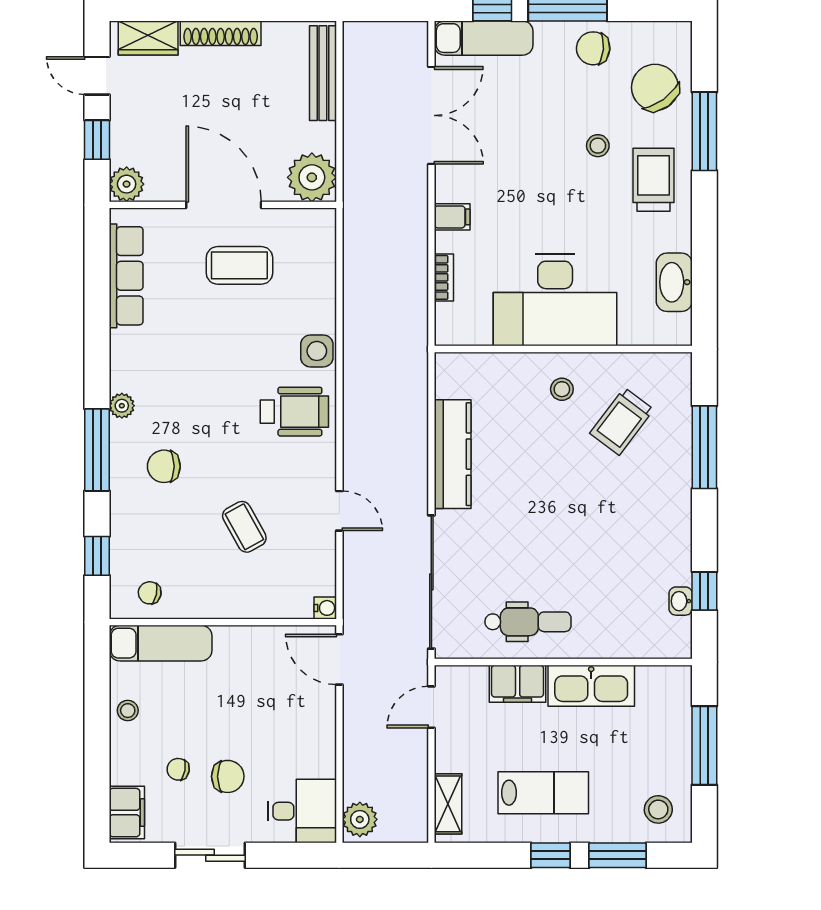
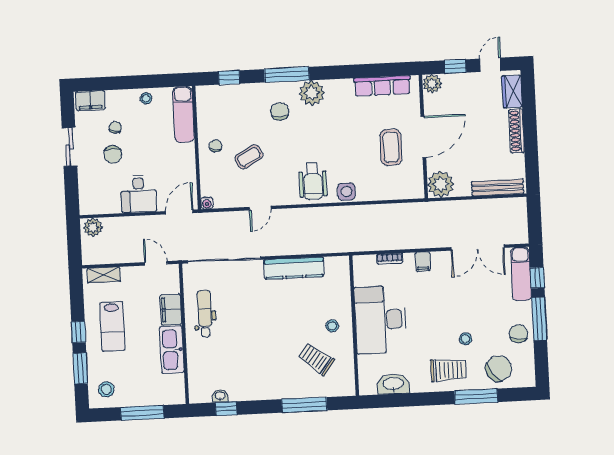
plant: (122, 406) -> (312, 93), width x1.88, depth x1.88
chair: (150, 593) -> (215, 146), moved
dental chair: (528, 622) -> (205, 314), turned 180
desk: (302, 811) -> (139, 194), moved

